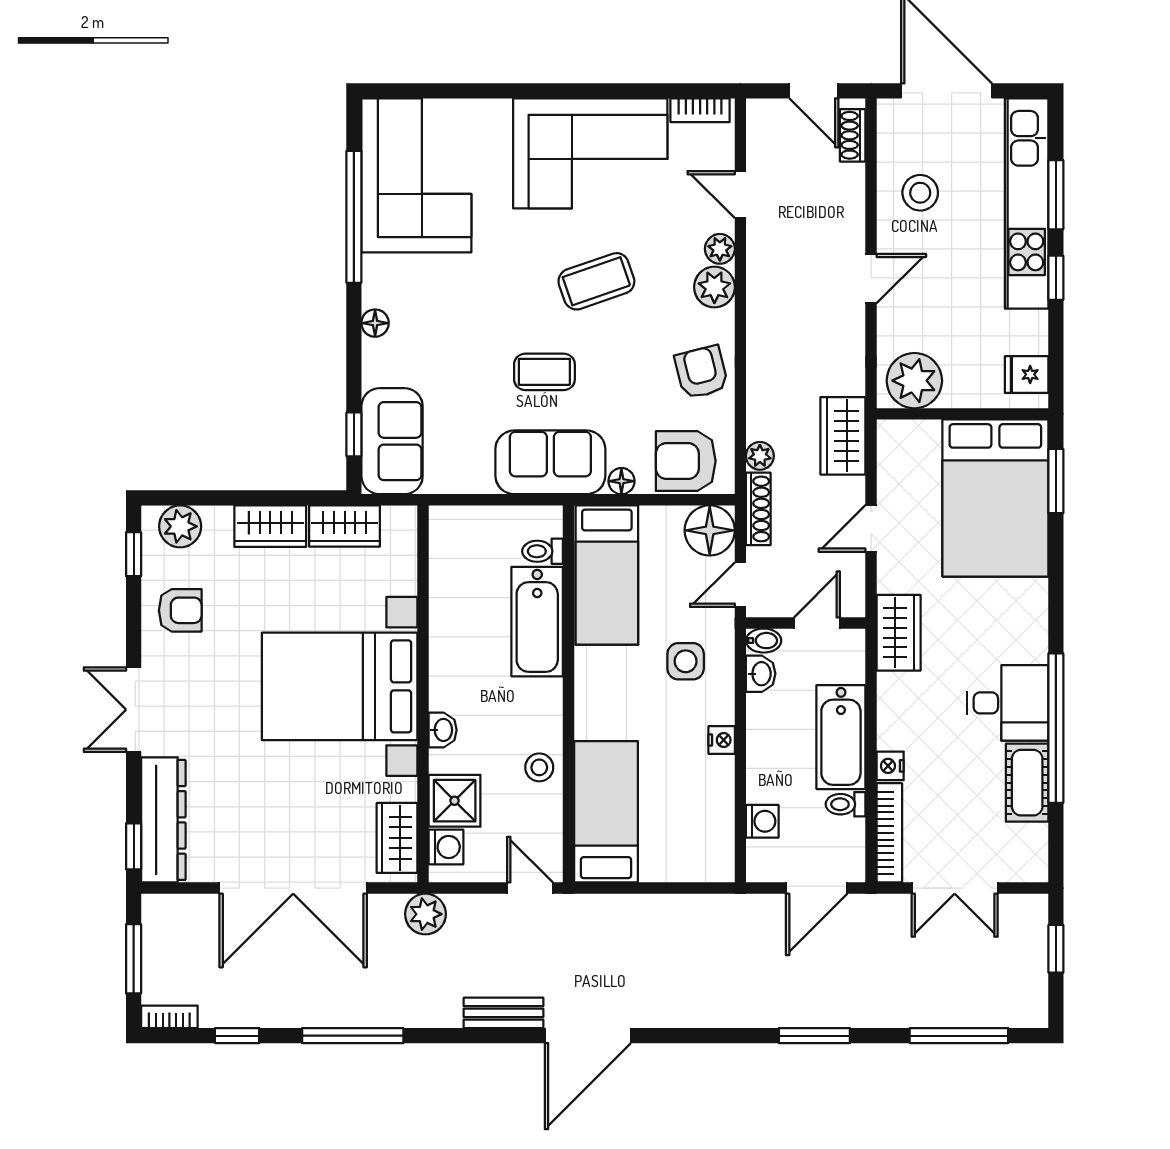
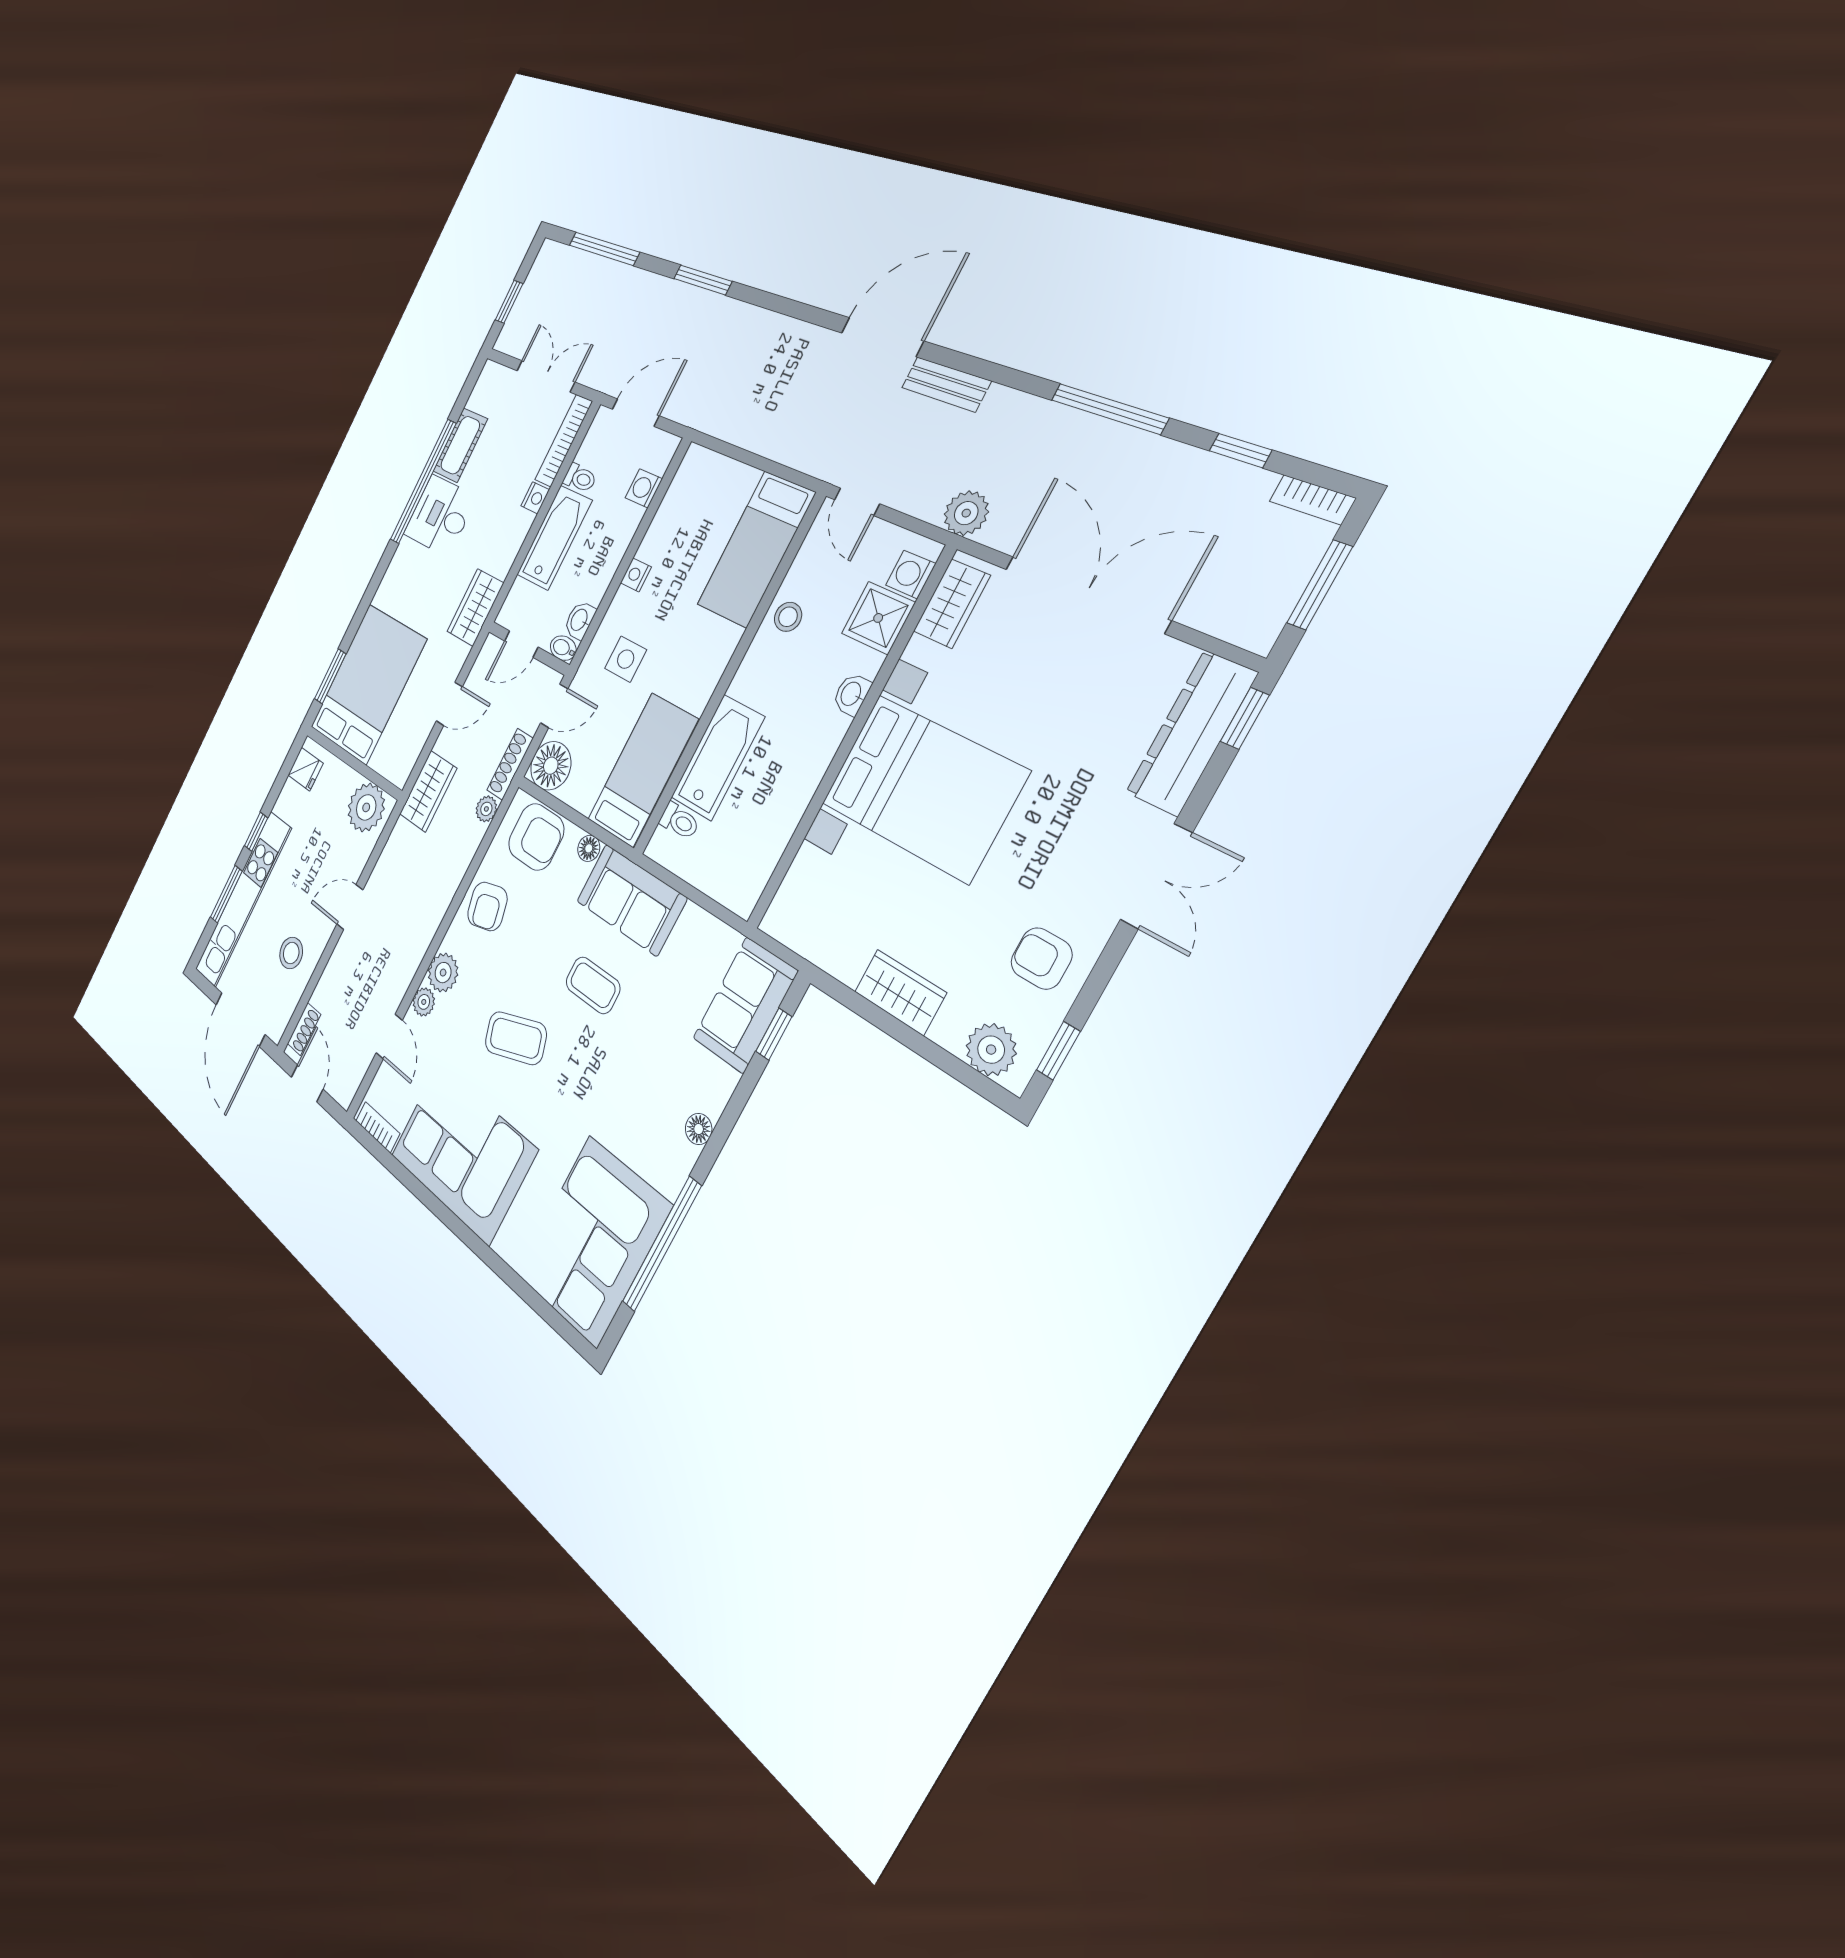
wardrobe: (345, 526) -> (831, 948), removed

